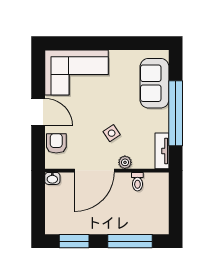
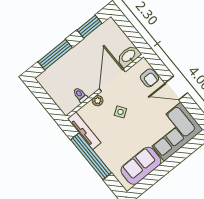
sofa: (154, 83) -> (141, 166), moved, turned -90
tv unit: (162, 151) -> (84, 131), width x1.41
washbasin: (52, 178) -> (129, 56), width x1.91, depth x1.45

